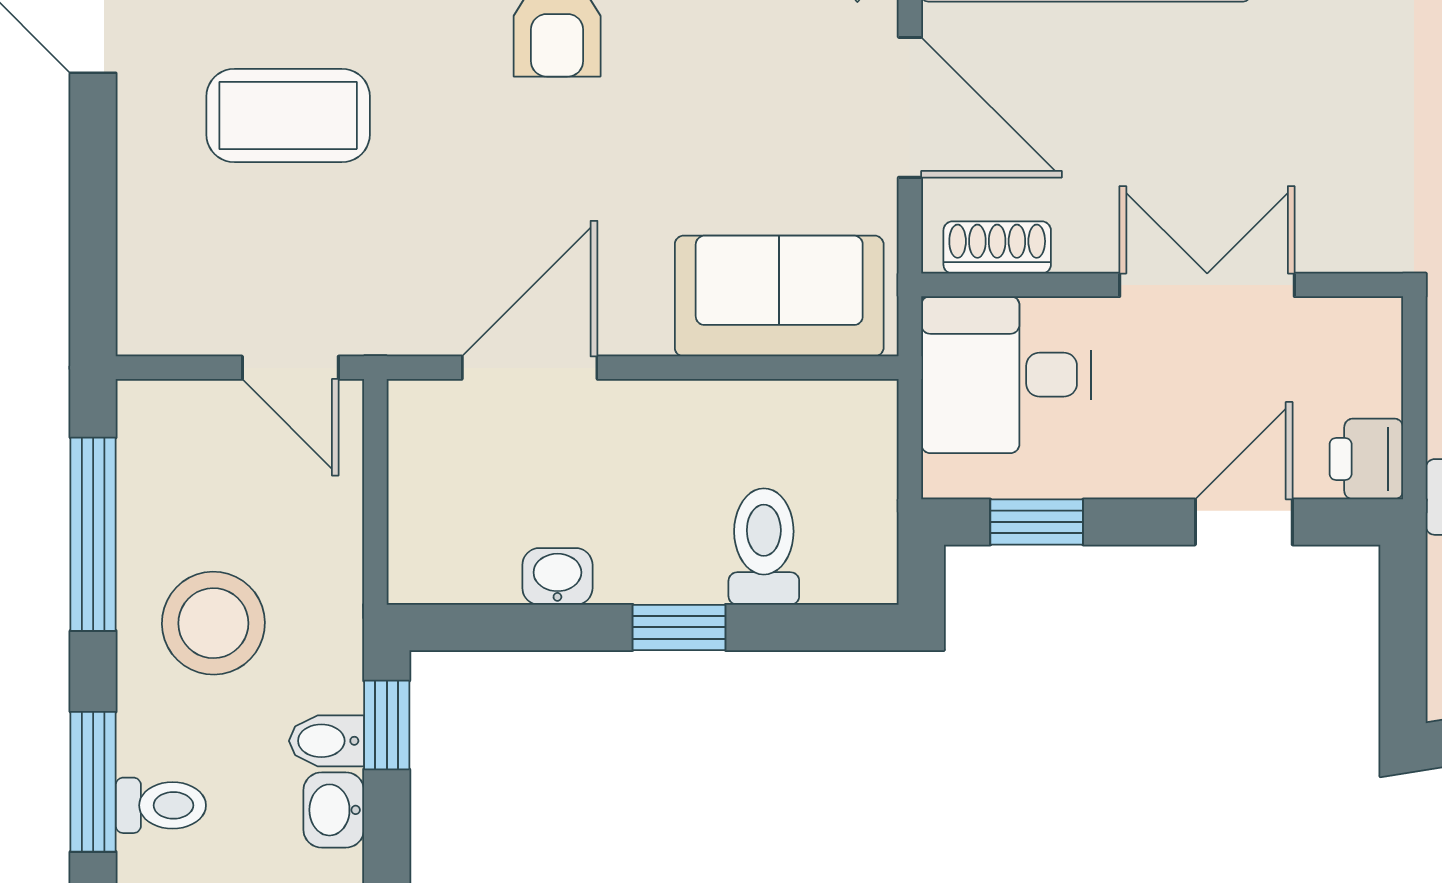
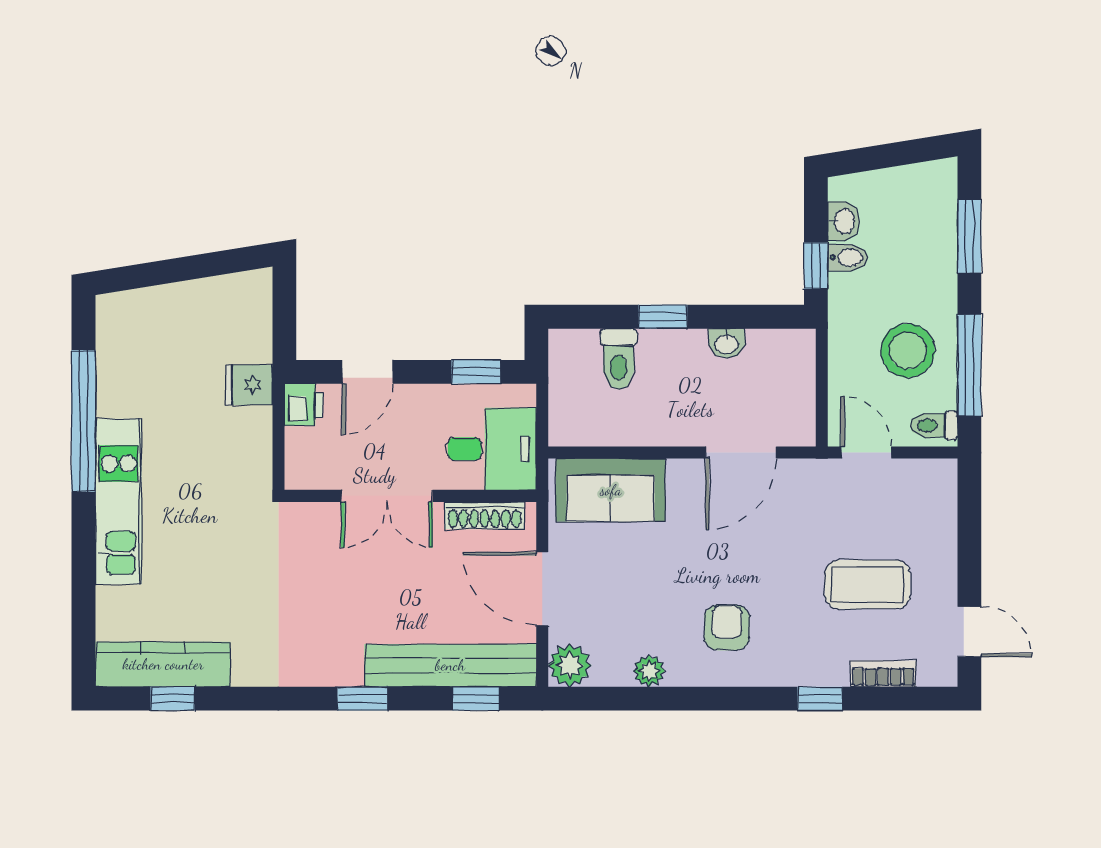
shoe rack: (997, 247) -> (485, 515), width x1.43
stool: (213, 623) -> (908, 351), moved
toilet: (161, 805) -> (934, 425), moved

